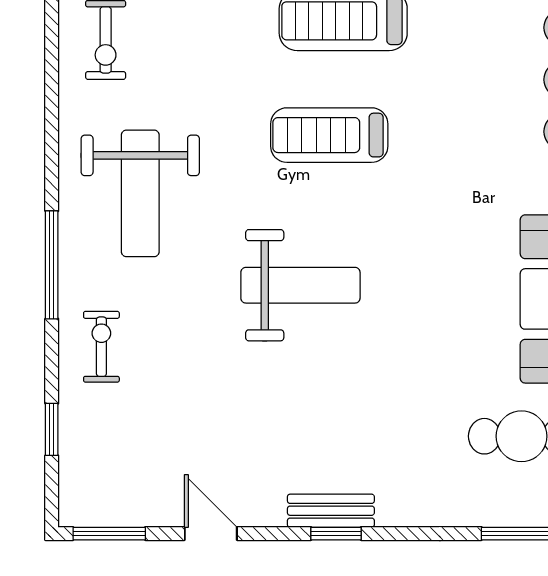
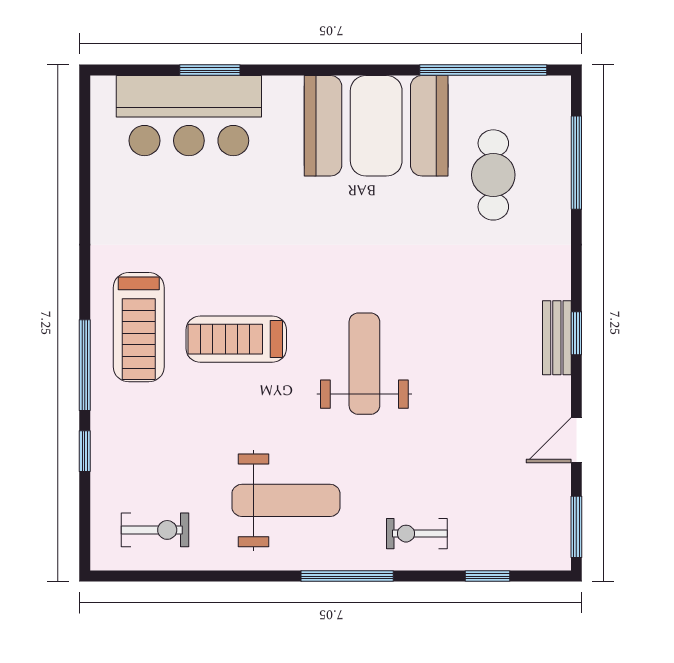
treadmill: (329, 135) -> (236, 339), turned 90

